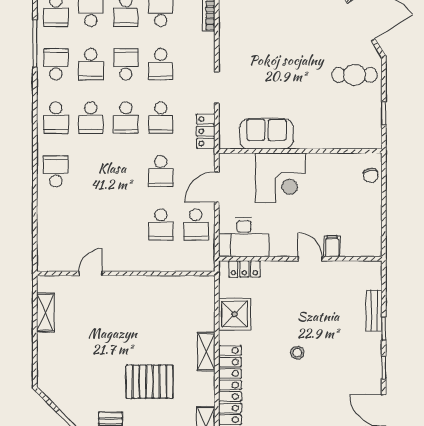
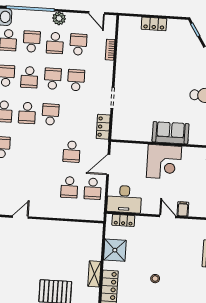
school desk: (161, 64) -> (76, 80), turned 180
school desk: (126, 118) -> (50, 114), turned 180
school desk: (161, 118) -> (74, 116), removed
sofa: (267, 134) -> (170, 133), moved
corner desk: (281, 178) -> (164, 162), moved

